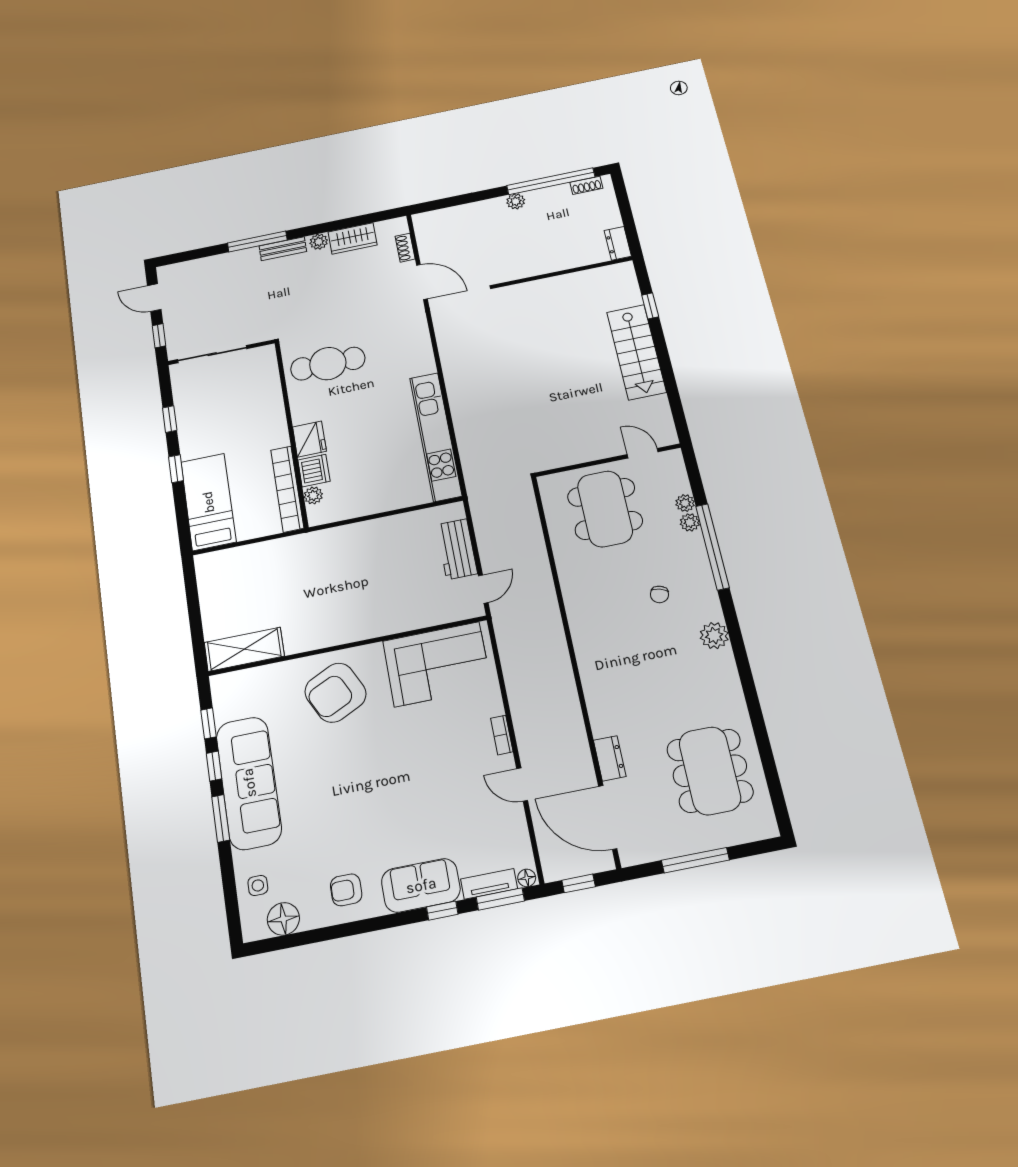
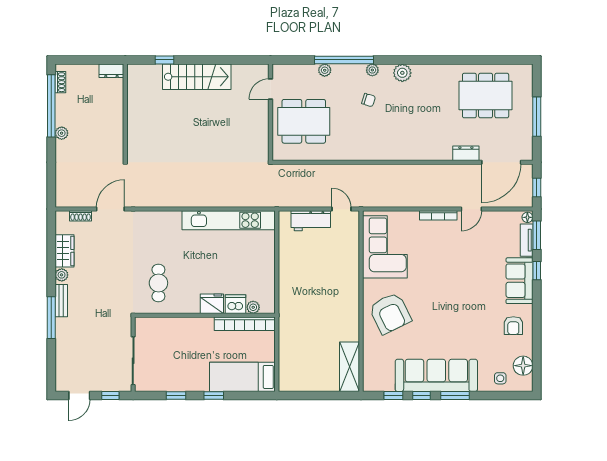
cafe table: (328, 364) -> (158, 283), width x0.73, depth x0.74
plant: (685, 503) -> (372, 70), moved
bookcase: (502, 735) -> (438, 215), width x1.56

